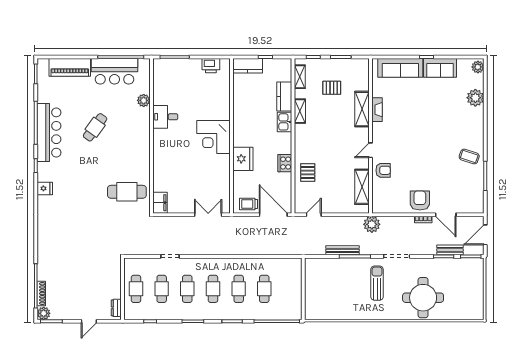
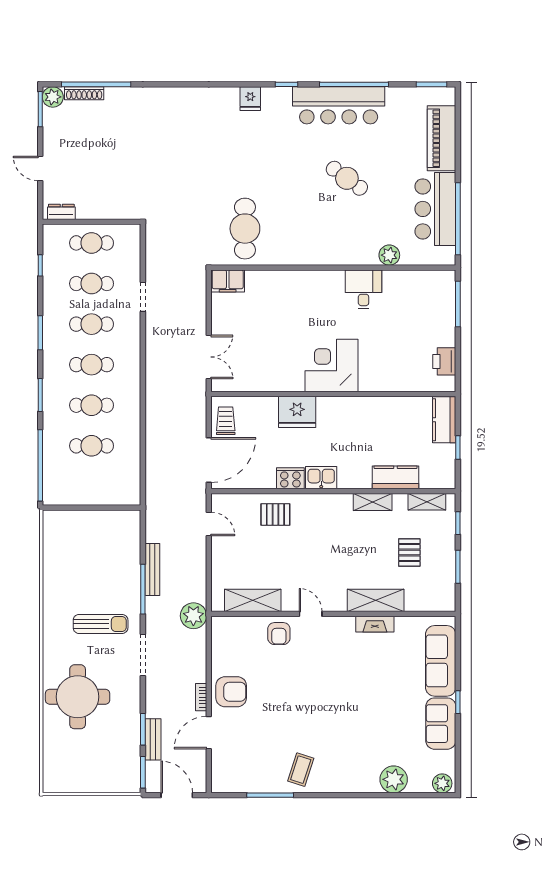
kitchen sink: (284, 122) -> (321, 478), moved

